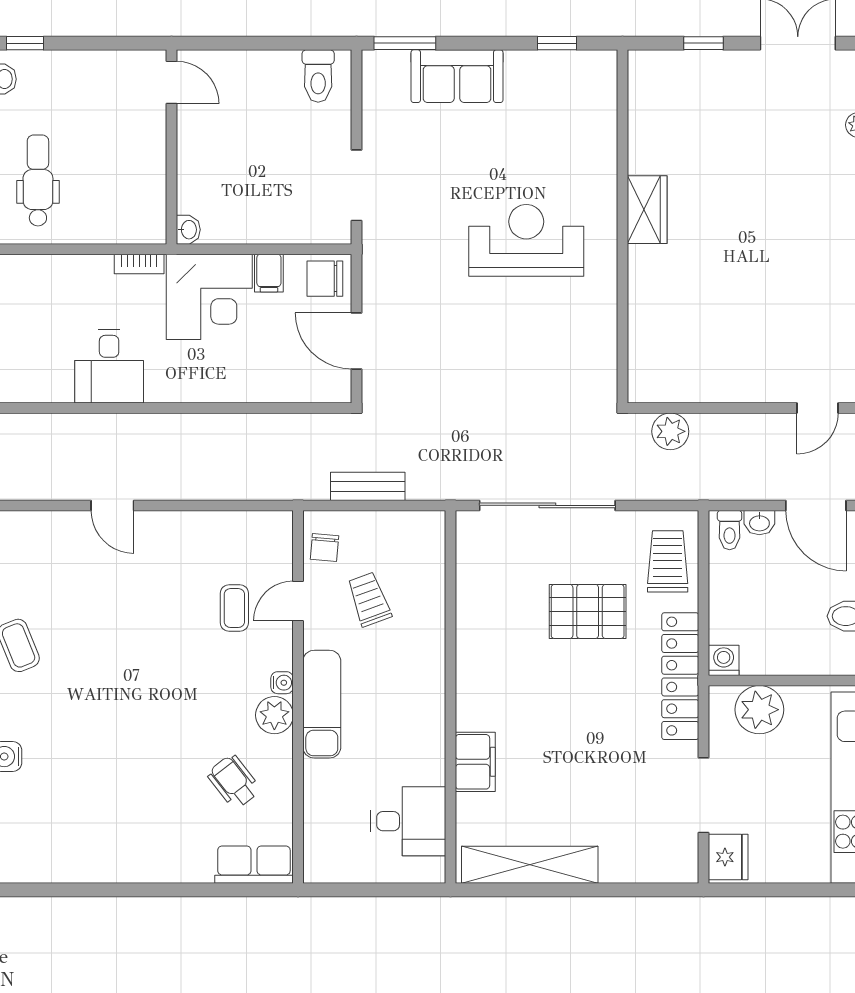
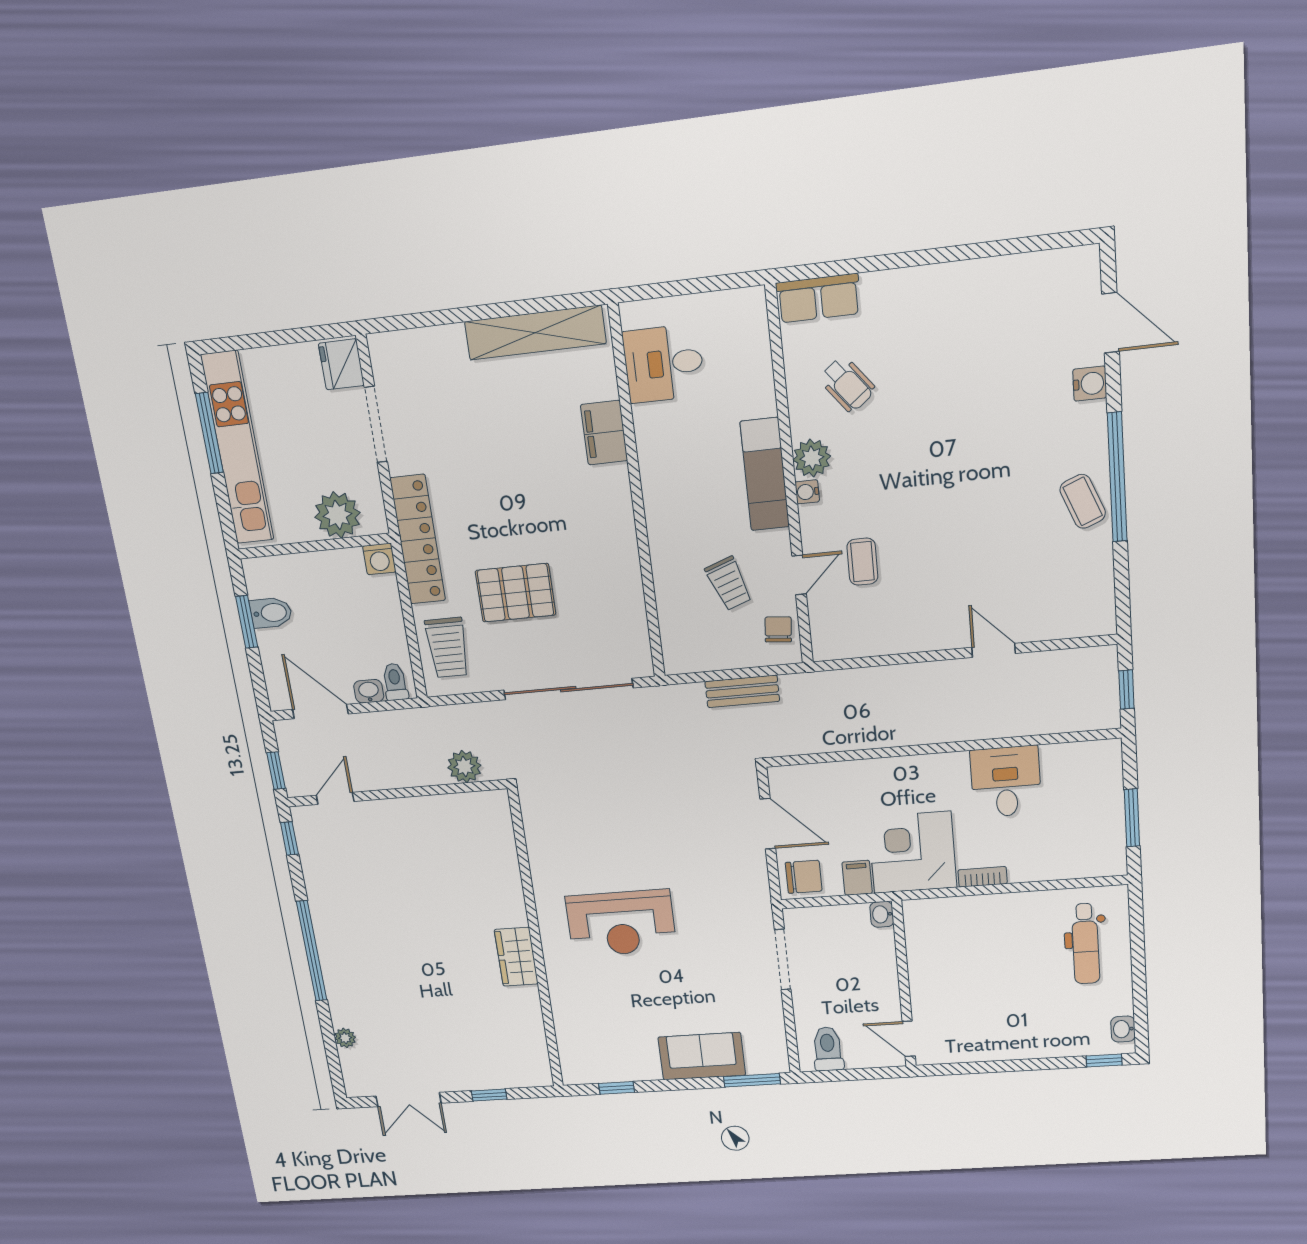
door: (172, 82) -> (909, 1039), moved
wall: (172, 147) -> (904, 984), moved
washbasin: (188, 230) -> (882, 914), moved

